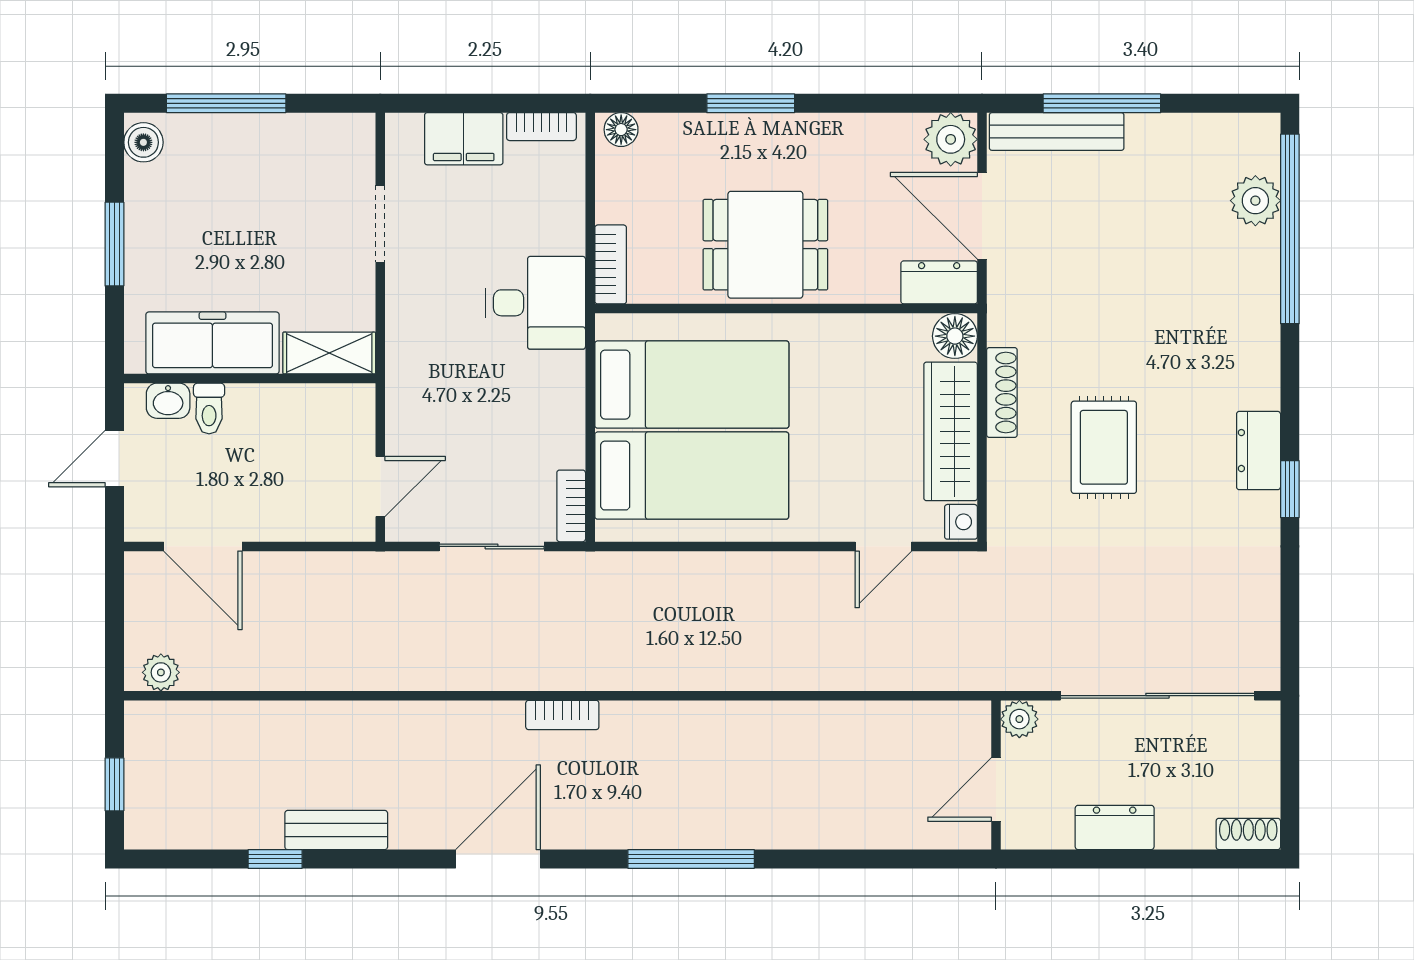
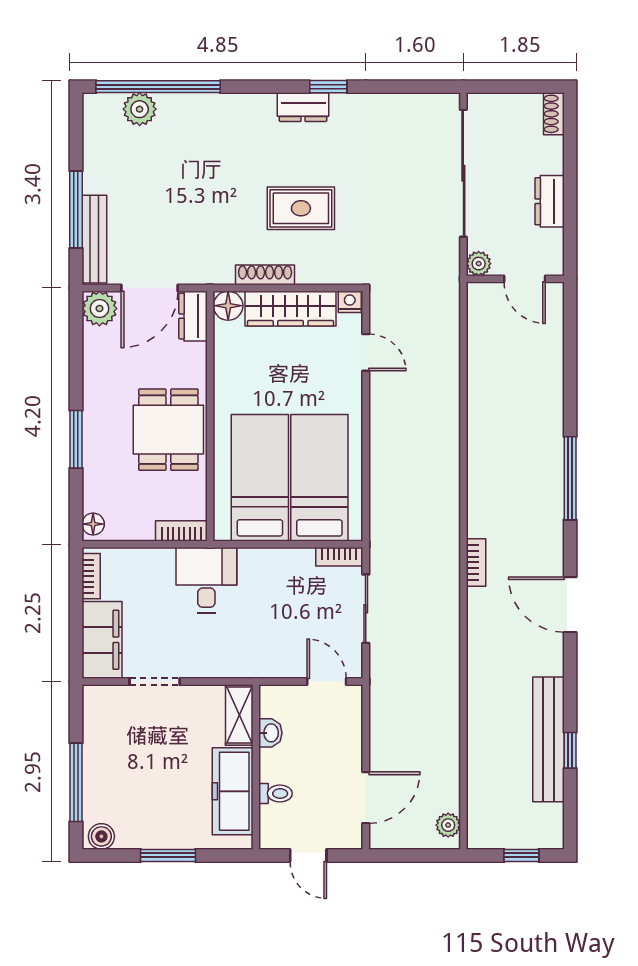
filing cabinet: (464, 139) -> (102, 640), width x1.50, depth x1.17
washbasin: (168, 401) -> (270, 733), moved
bench: (336, 830) -> (548, 739), width x1.86, depth x1.21

